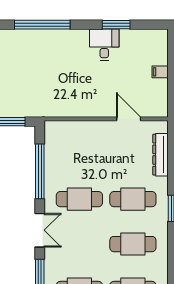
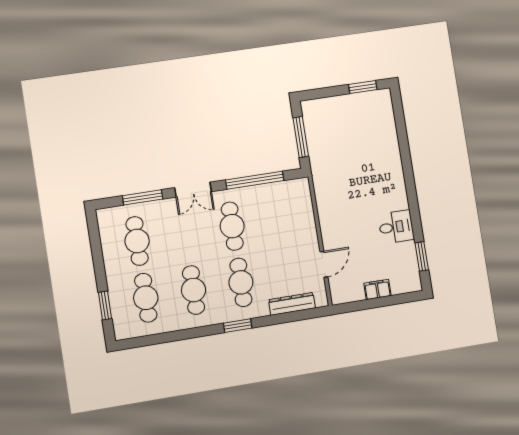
window: (42, 25) -> (406, 160), removed
window: (116, 25) -> (422, 256), moved
filing cabinet: (160, 72) -> (377, 289), width x2.00

